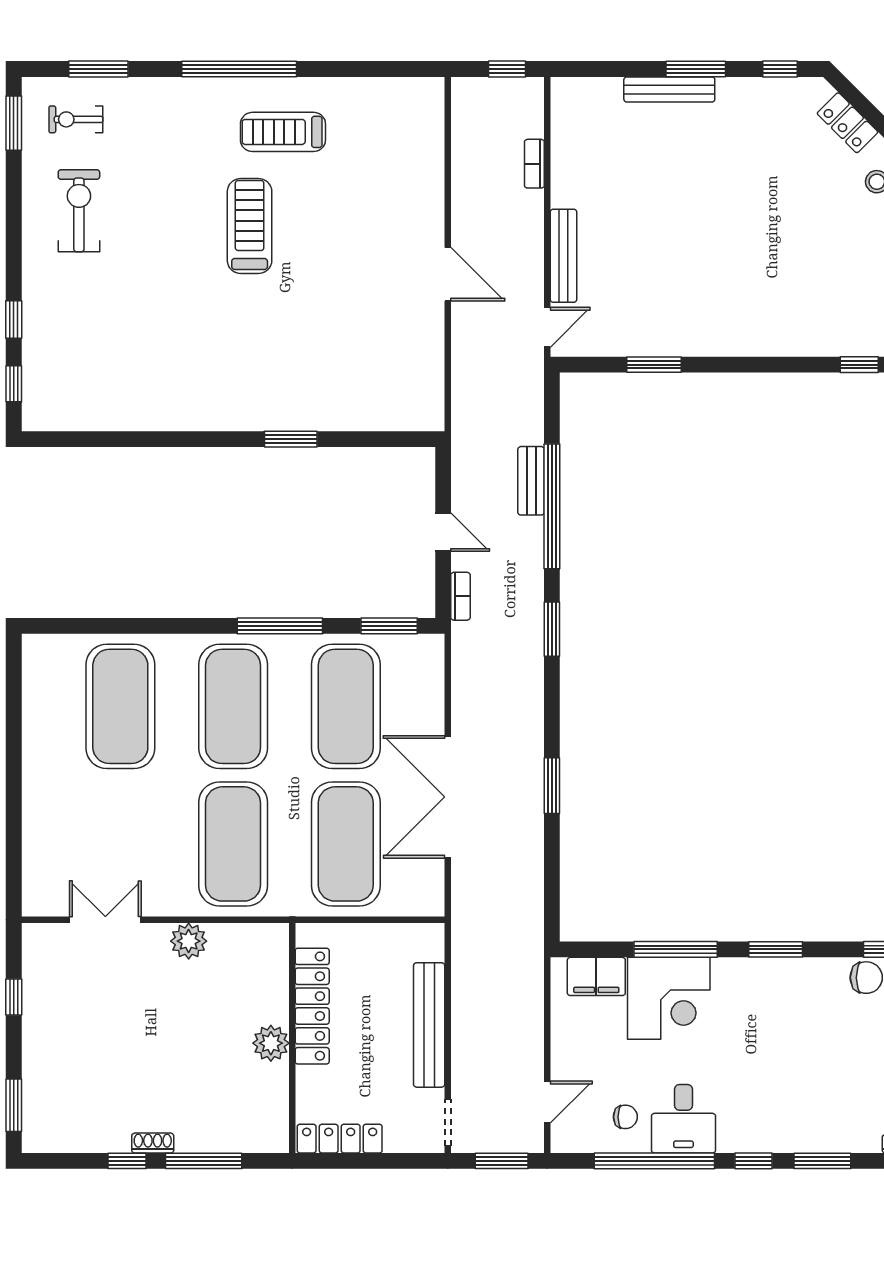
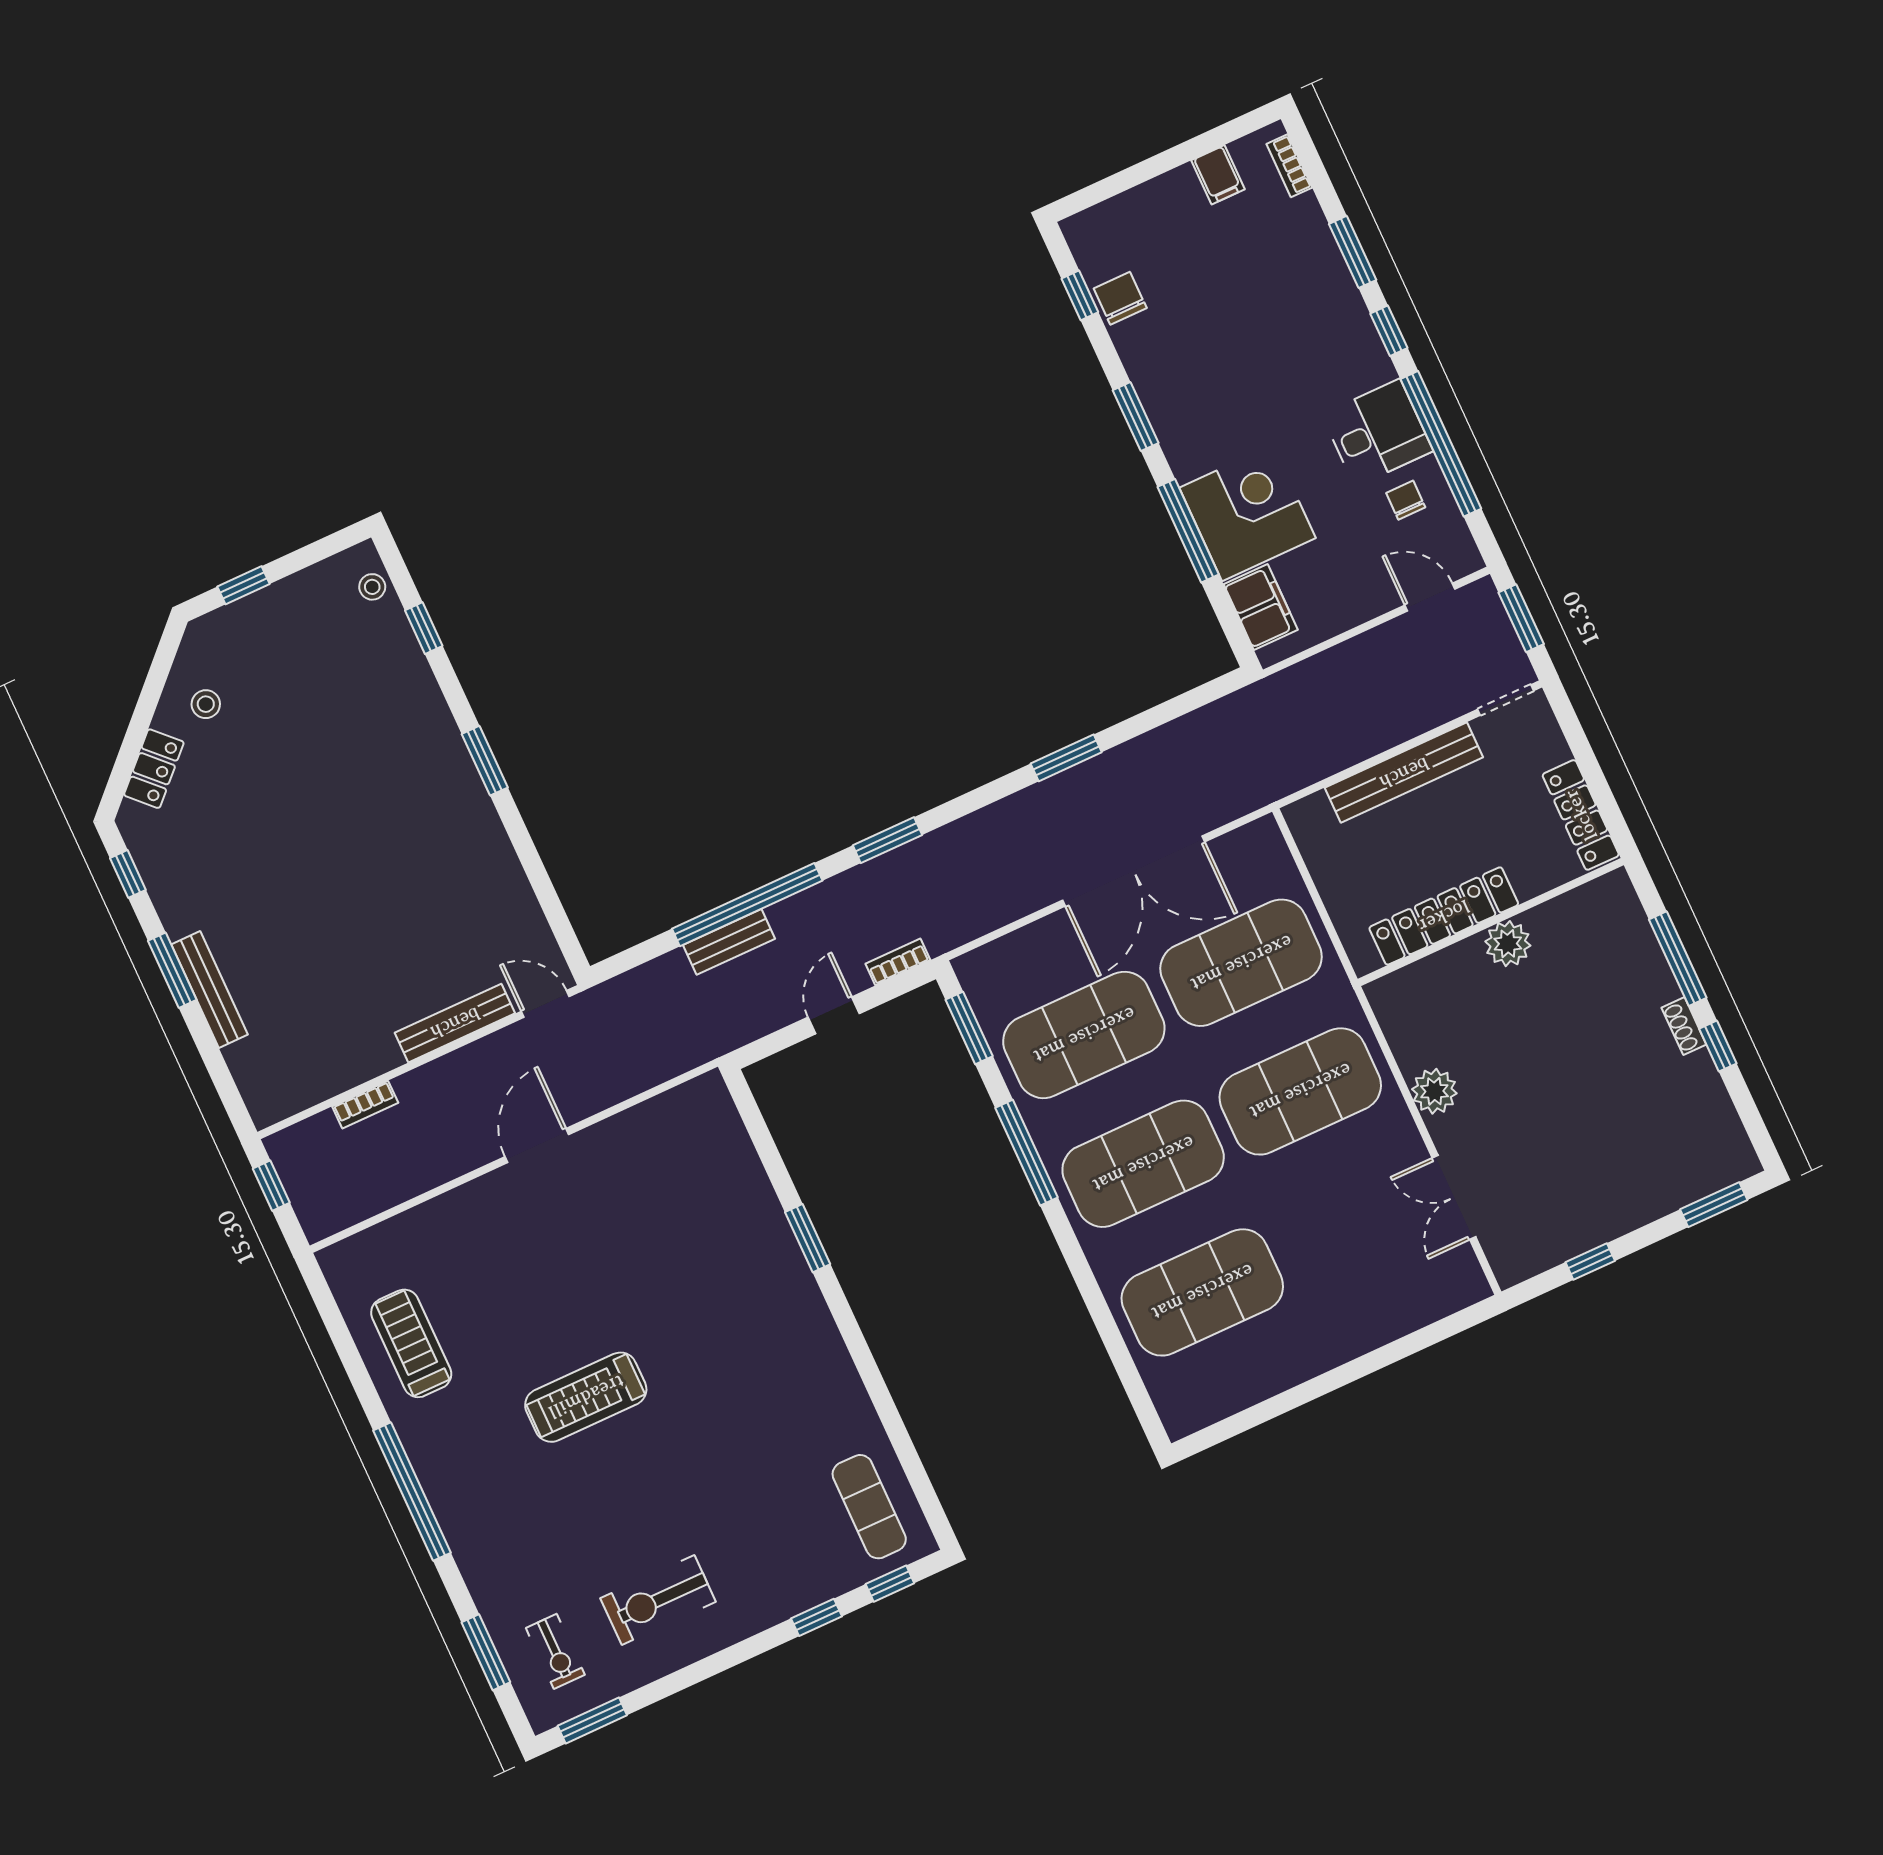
treadmill: (283, 132) -> (411, 1343), moved, turned 180
window: (654, 365) -> (485, 761), moved
exercise mat: (76, 394) -> (869, 1507), added

